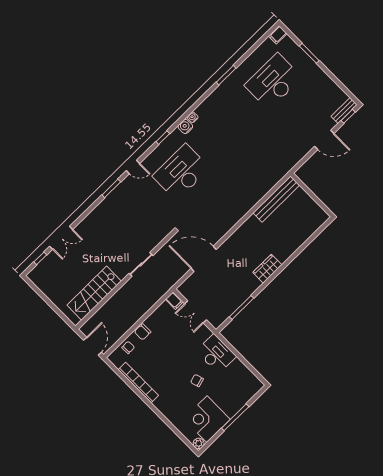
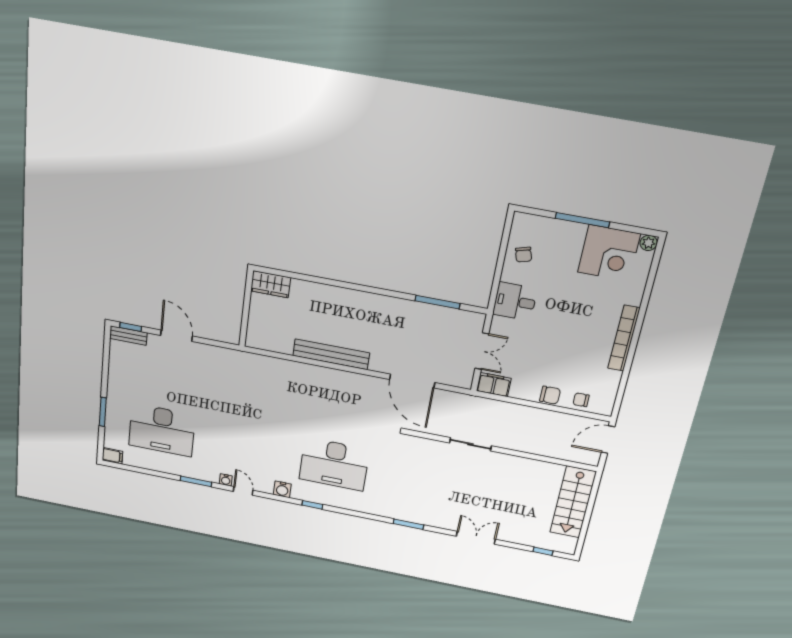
water cooler: (193, 117) -> (226, 480), moved
door: (133, 167) -> (243, 491), moved
bench: (276, 199) -> (331, 354), moved
double door: (61, 238) -> (476, 538), moved
wardrobe: (267, 269) -> (271, 284), moved
stairs: (94, 293) -> (573, 502), moved, turned 90
filing cabinet: (174, 301) -> (494, 385), width x2.00
desk: (216, 354) -> (515, 301), width x0.73
chair: (197, 381) -> (524, 255), moved
bookcase: (138, 383) -> (624, 338), moved

